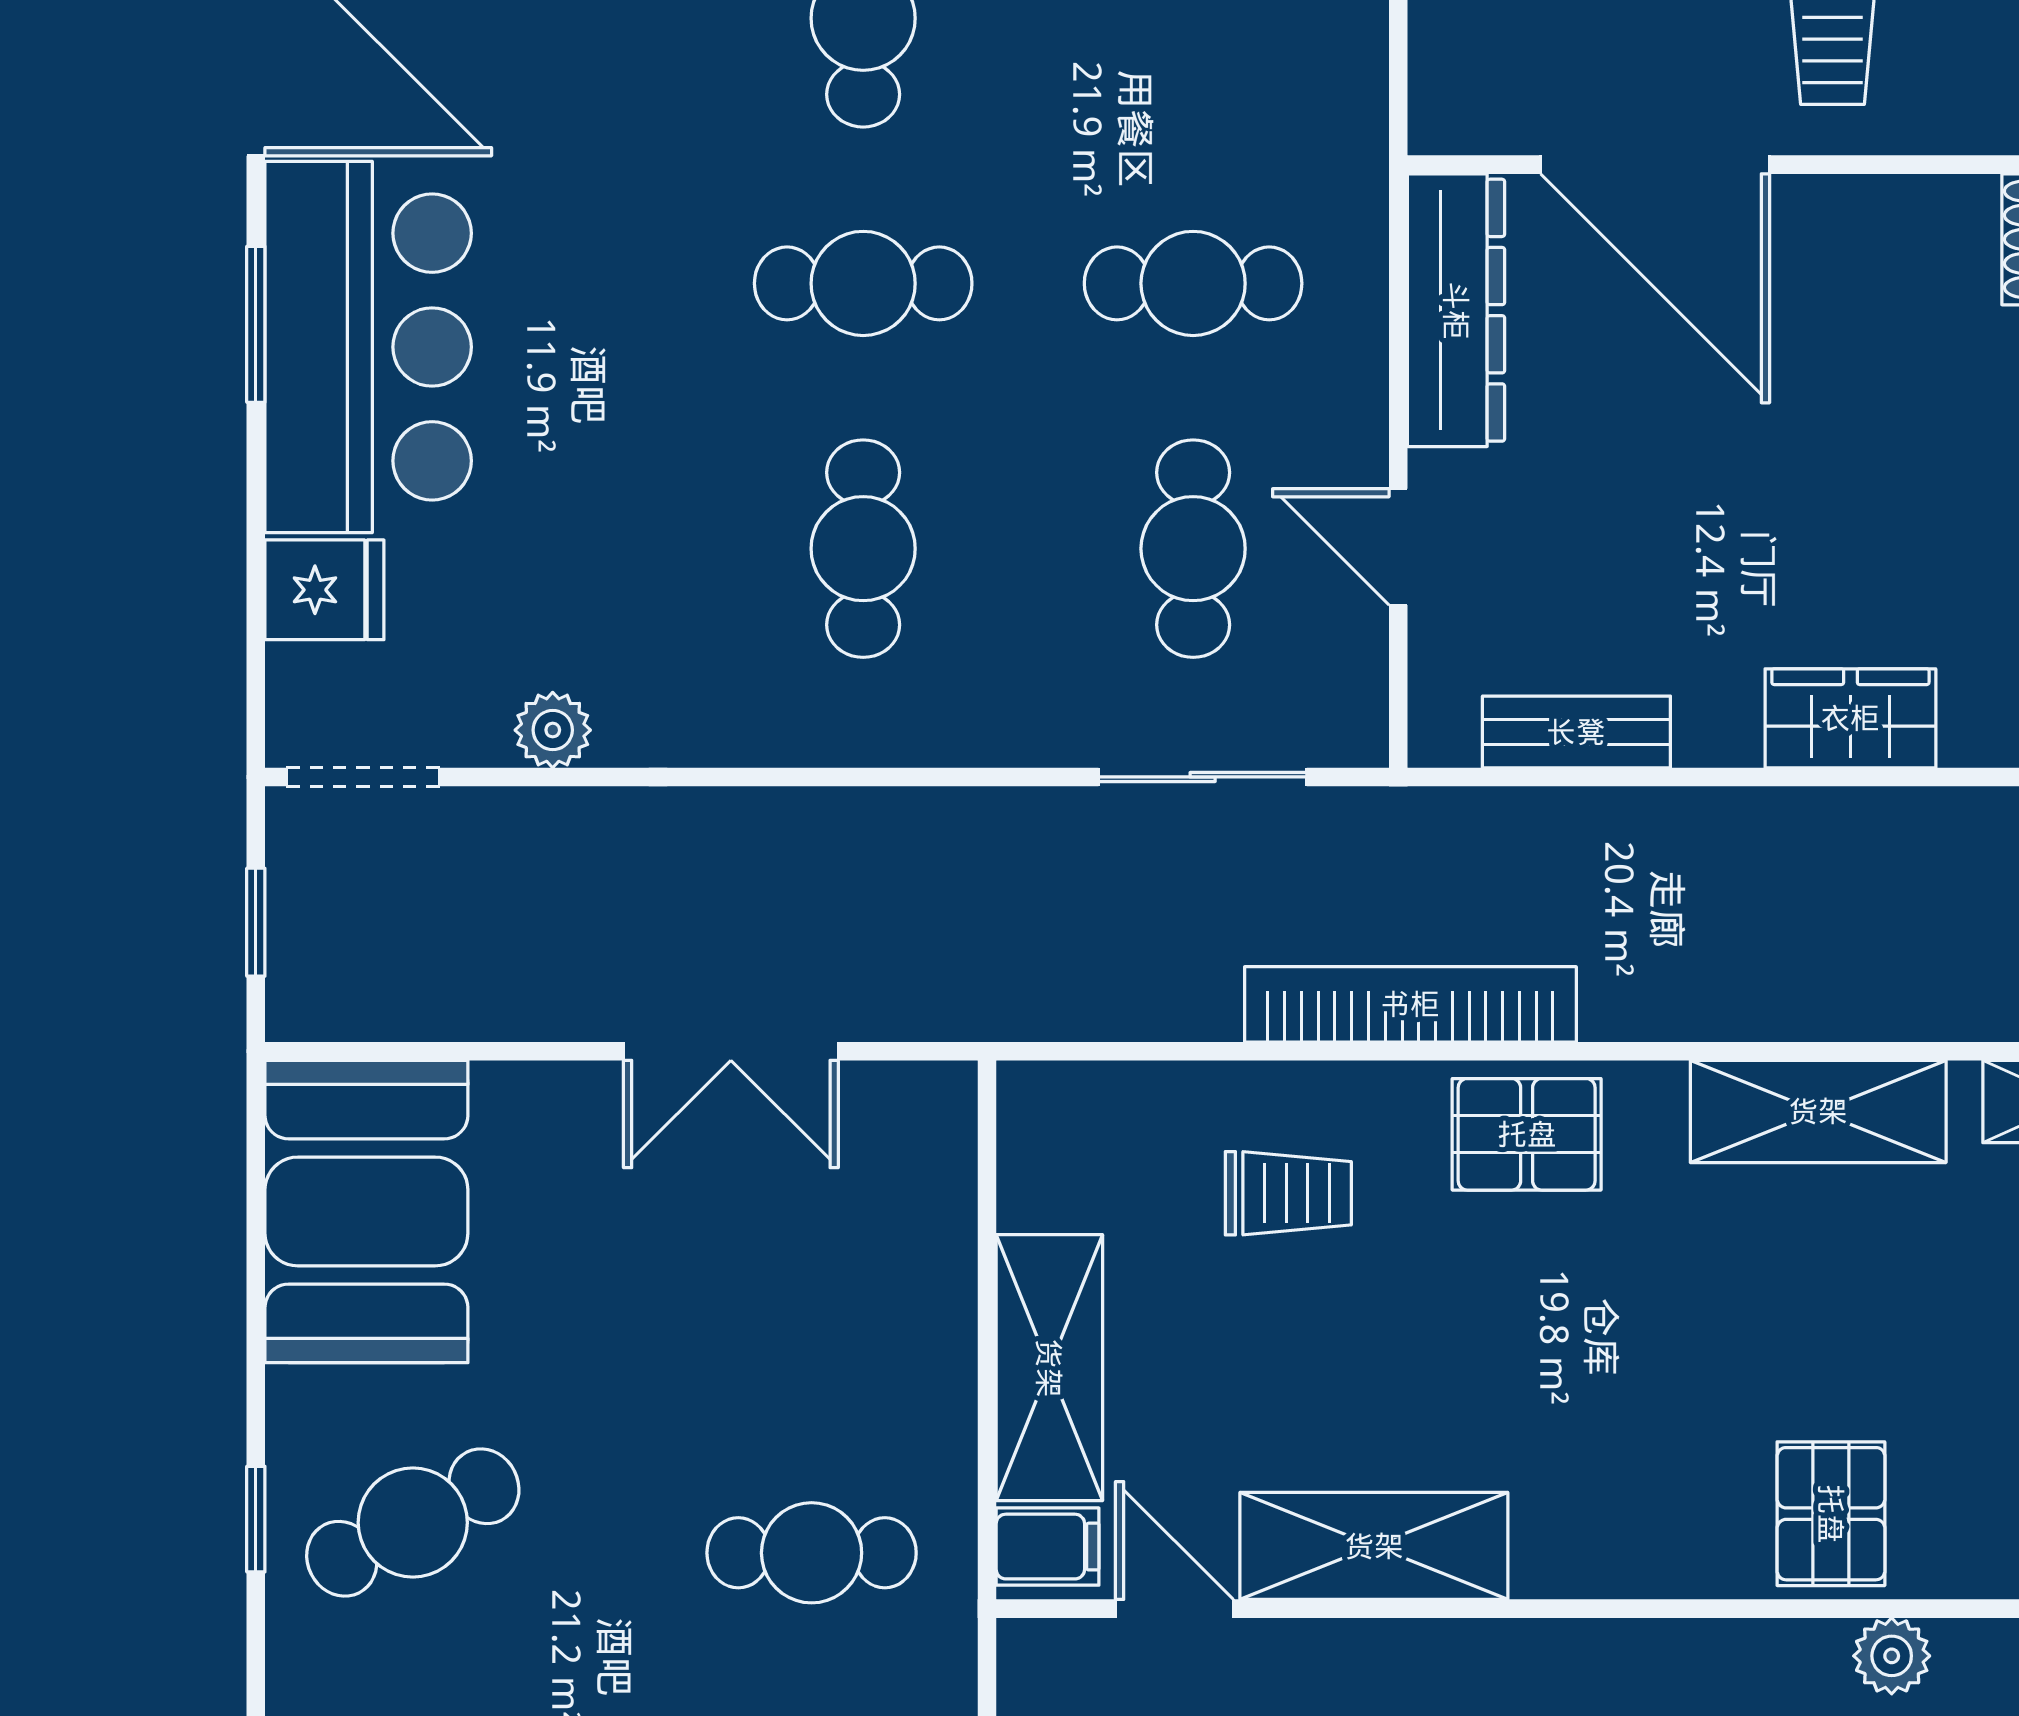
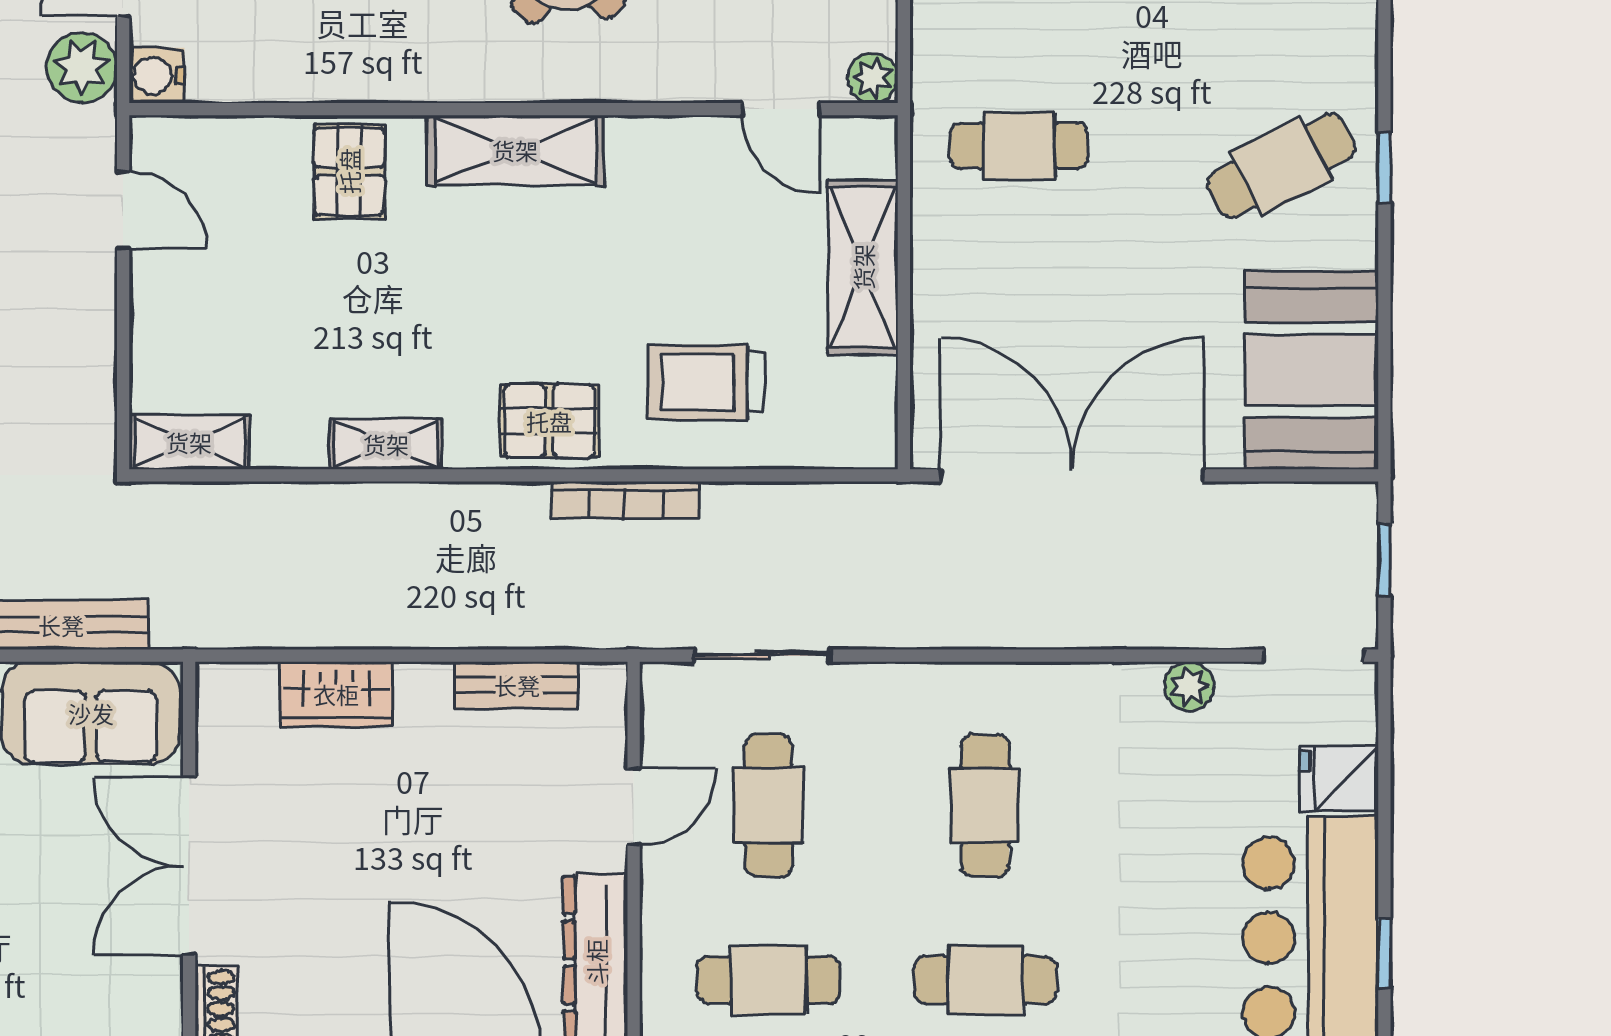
window: (256, 324) -> (1384, 953), width x0.67
door: (1398, 547) -> (634, 807), hinge flipped
bookcase: (1410, 1004) -> (626, 500), width x0.68, depth x0.76
double door: (731, 1051) -> (1072, 475), width x1.87
shelving: (1818, 1111) -> (386, 444), width x0.67, depth x0.75
trolley: (1288, 1193) -> (706, 382), width x1.36, depth x1.39
shelving: (1374, 1546) -> (515, 150), moved
filing cabinet: (1048, 1547) -> (864, 150), removed
plant: (1892, 1656) -> (873, 78), moved

